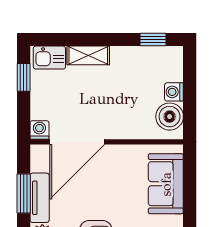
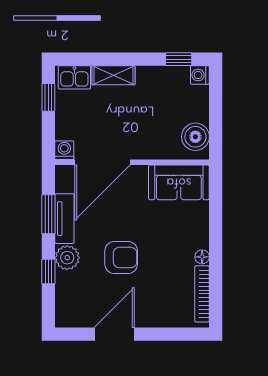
washing machine: (174, 92) -> (200, 75), moved
sofa: (166, 184) -> (179, 182), moved, turned -90

